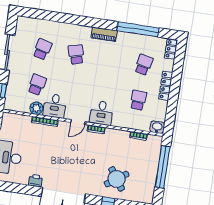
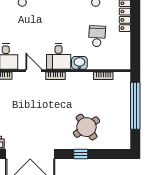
door: (78, 122) -> (34, 71), swing flipped
washbasin: (157, 127) -> (79, 63), moved

